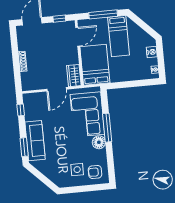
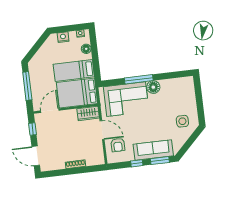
bed: (119, 36) -> (74, 71), moved, turned 180
door: (78, 37) -> (50, 111), hinge flipped
floor lamp: (139, 75) -> (86, 49), added
window: (21, 110) -> (137, 163), moved
side table: (77, 170) -> (182, 121), moved
armchair: (95, 172) -> (118, 145), moved

